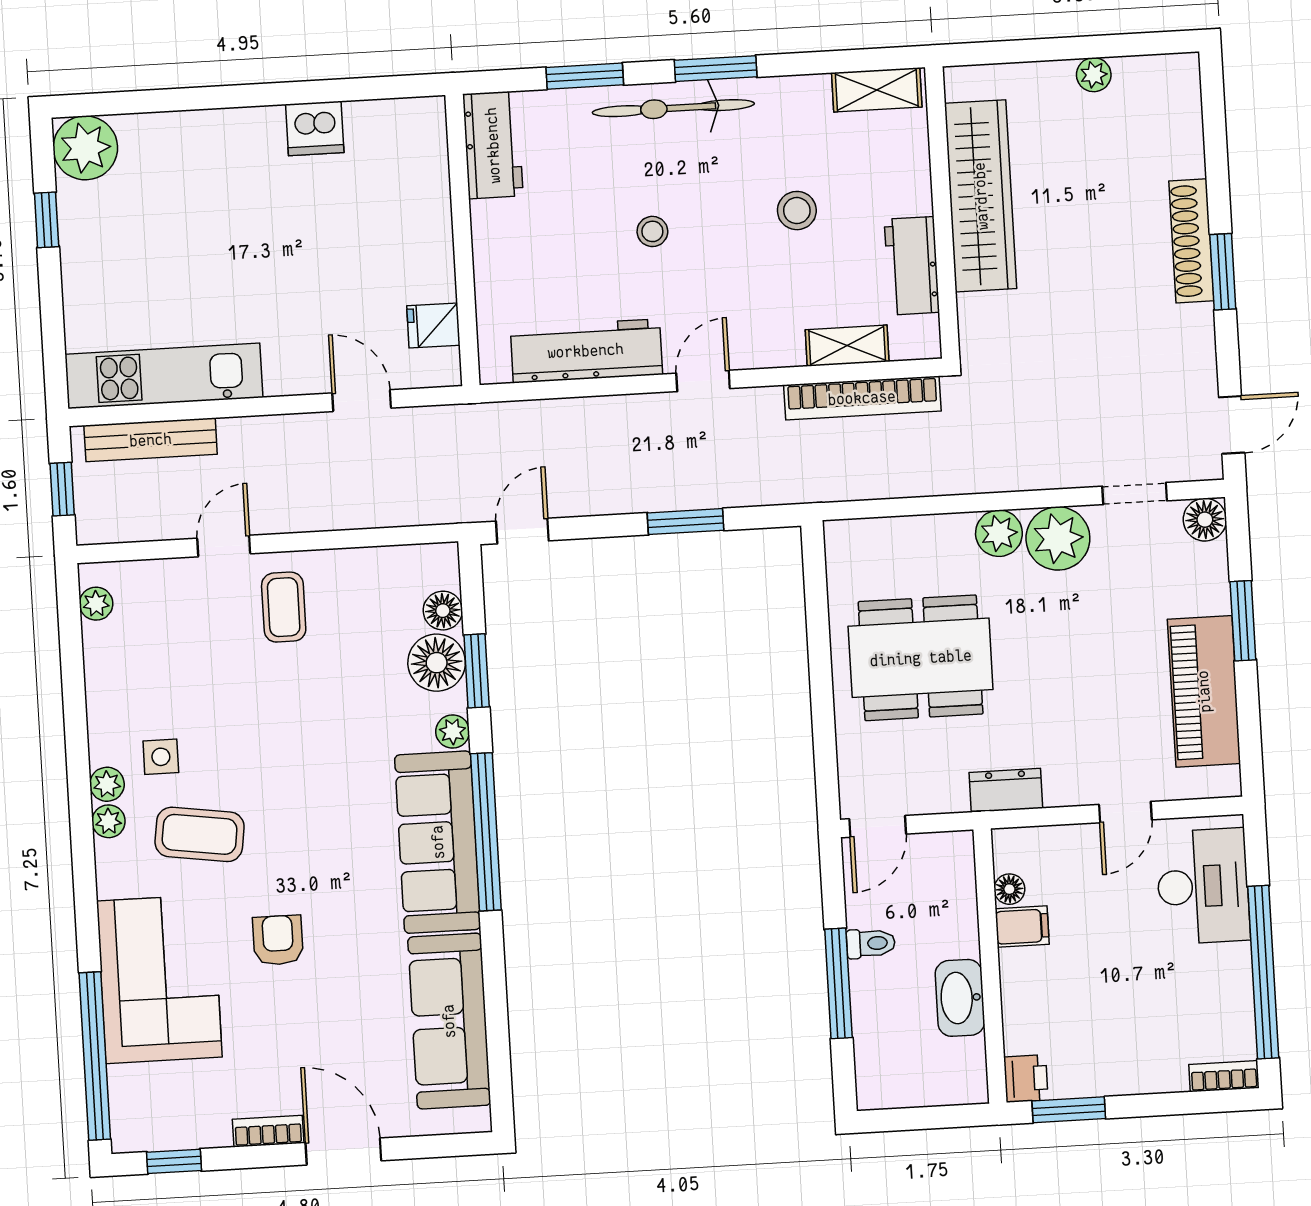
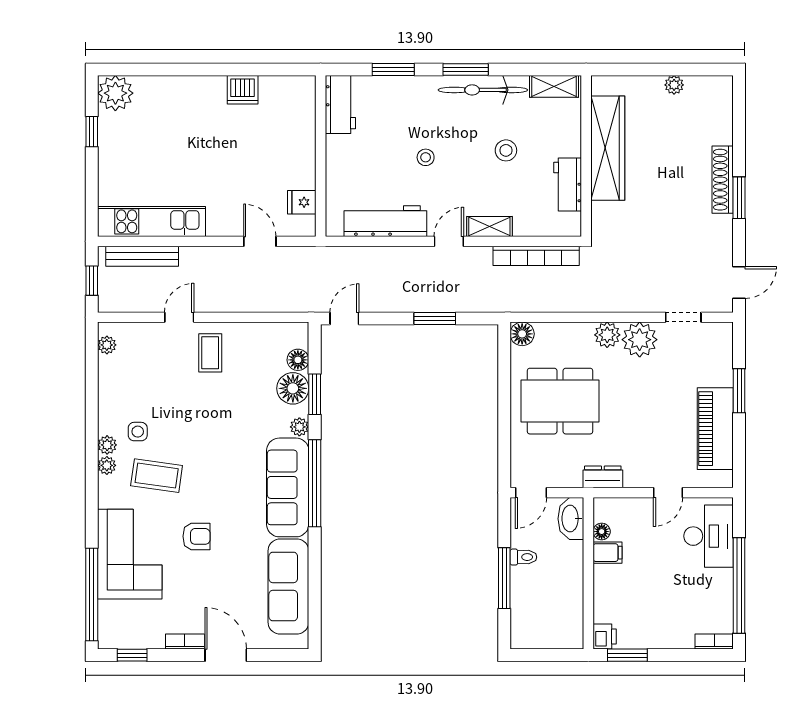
bicycle: (673, 108) -> (483, 90), moved
shelving: (847, 346) -> (489, 226), moved
floor lamp: (1205, 520) -> (522, 334), moved
armchair: (278, 940) -> (196, 536), turned 90
washbasin: (960, 998) -> (571, 519), moved

